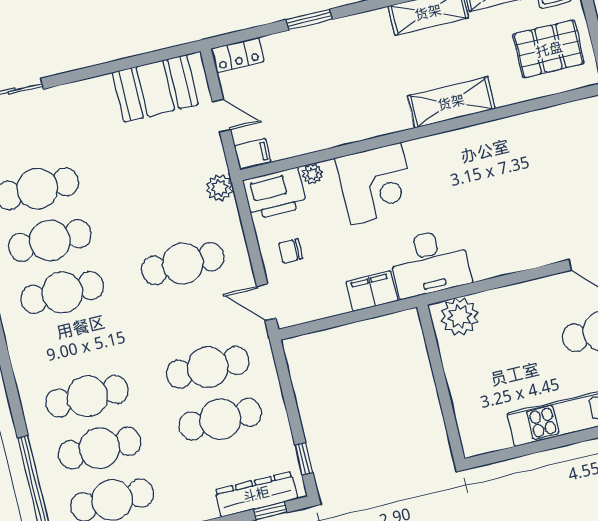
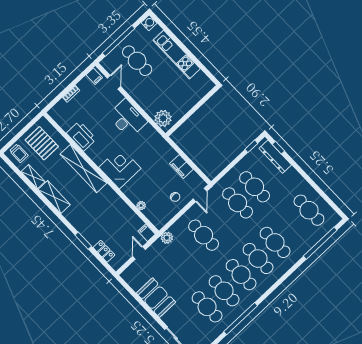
locker: (238, 55) -> (104, 251), moved
booth: (155, 88) -> (156, 298), moved
shelving: (451, 102) -> (84, 169), width x1.47
corner desk: (376, 183) -> (120, 168), moved
printer: (275, 194) -> (81, 136), moved
desk: (430, 263) -> (127, 119), moved
filing cabinet: (372, 291) -> (181, 166), moved
cafe table: (100, 448) -> (258, 259), moved

